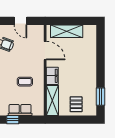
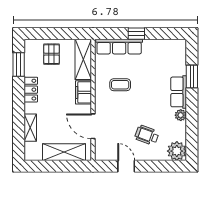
shelving: (92, 49) -> (30, 128), added
locker: (91, 78) -> (31, 90), added
row of seats: (20, 110) -> (119, 47), width x1.48

